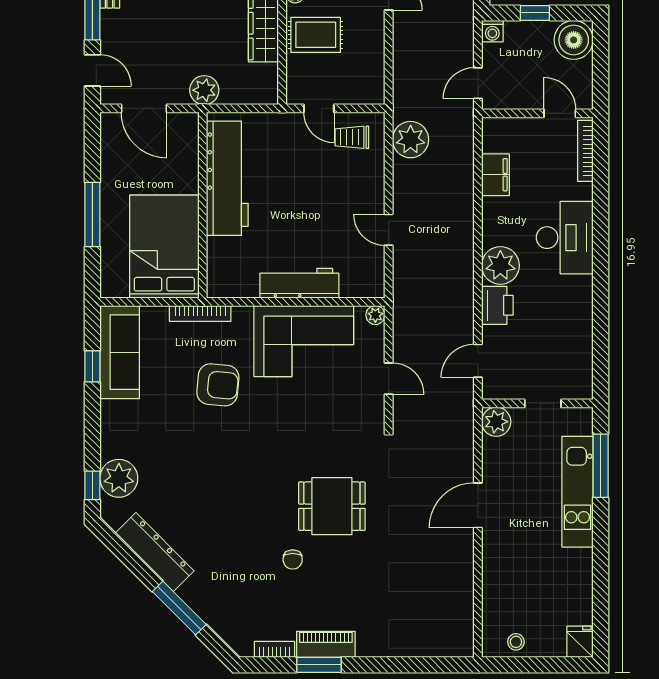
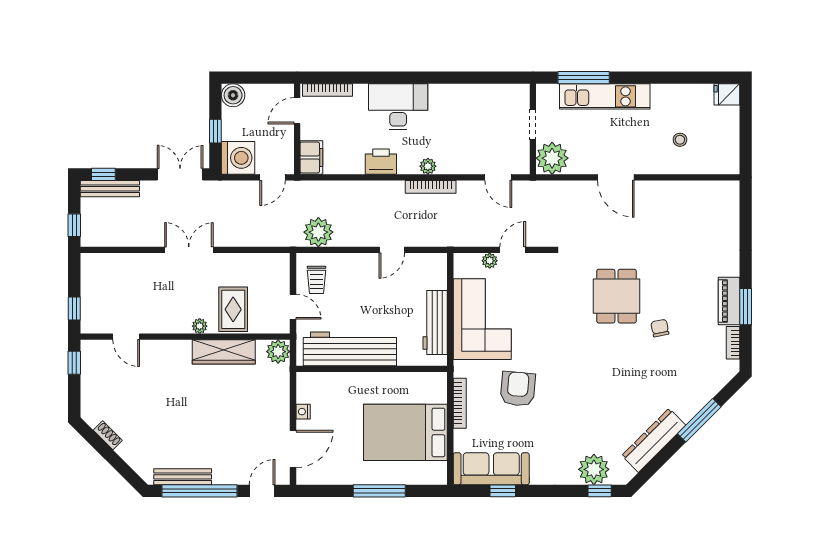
washing machine: (492, 31) -> (238, 158), width x1.89, depth x1.89
boiler: (574, 40) -> (233, 95), width x0.73, depth x0.73
door: (478, 83) -> (272, 177), hinge flipped
plant: (204, 90) -> (278, 352), moved
door: (319, 108) -> (293, 307), hinge flipped
nightstand: (190, 121) -> (303, 412), added
filing cabinet: (495, 175) -> (311, 157), moved, turned 90
workbench: (227, 178) -> (350, 349), moved
wall: (203, 205) -> (372, 369), moved
plant: (500, 265) -> (428, 166), width x0.53, depth x0.53
bookcase: (466, 278) -> (431, 187), added
printer: (497, 305) -> (381, 162), moved
plant: (375, 315) -> (490, 261), moved
plant: (496, 422) -> (552, 158), width x1.36, depth x1.36
chair: (293, 560) -> (660, 328), turned -101
stool: (516, 642) -> (680, 140), moved

